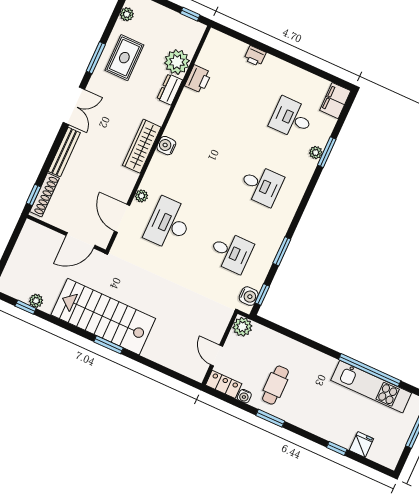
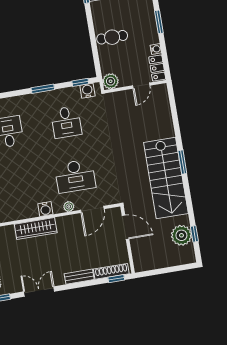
water cooler: (166, 146) -> (45, 209), moved
bench: (64, 152) -> (79, 277), width x0.73
desk: (231, 252) -> (66, 122), turned 180
plant: (36, 301) -> (181, 235), width x1.87, depth x1.87
cafe table: (275, 385) -> (112, 37), moved

